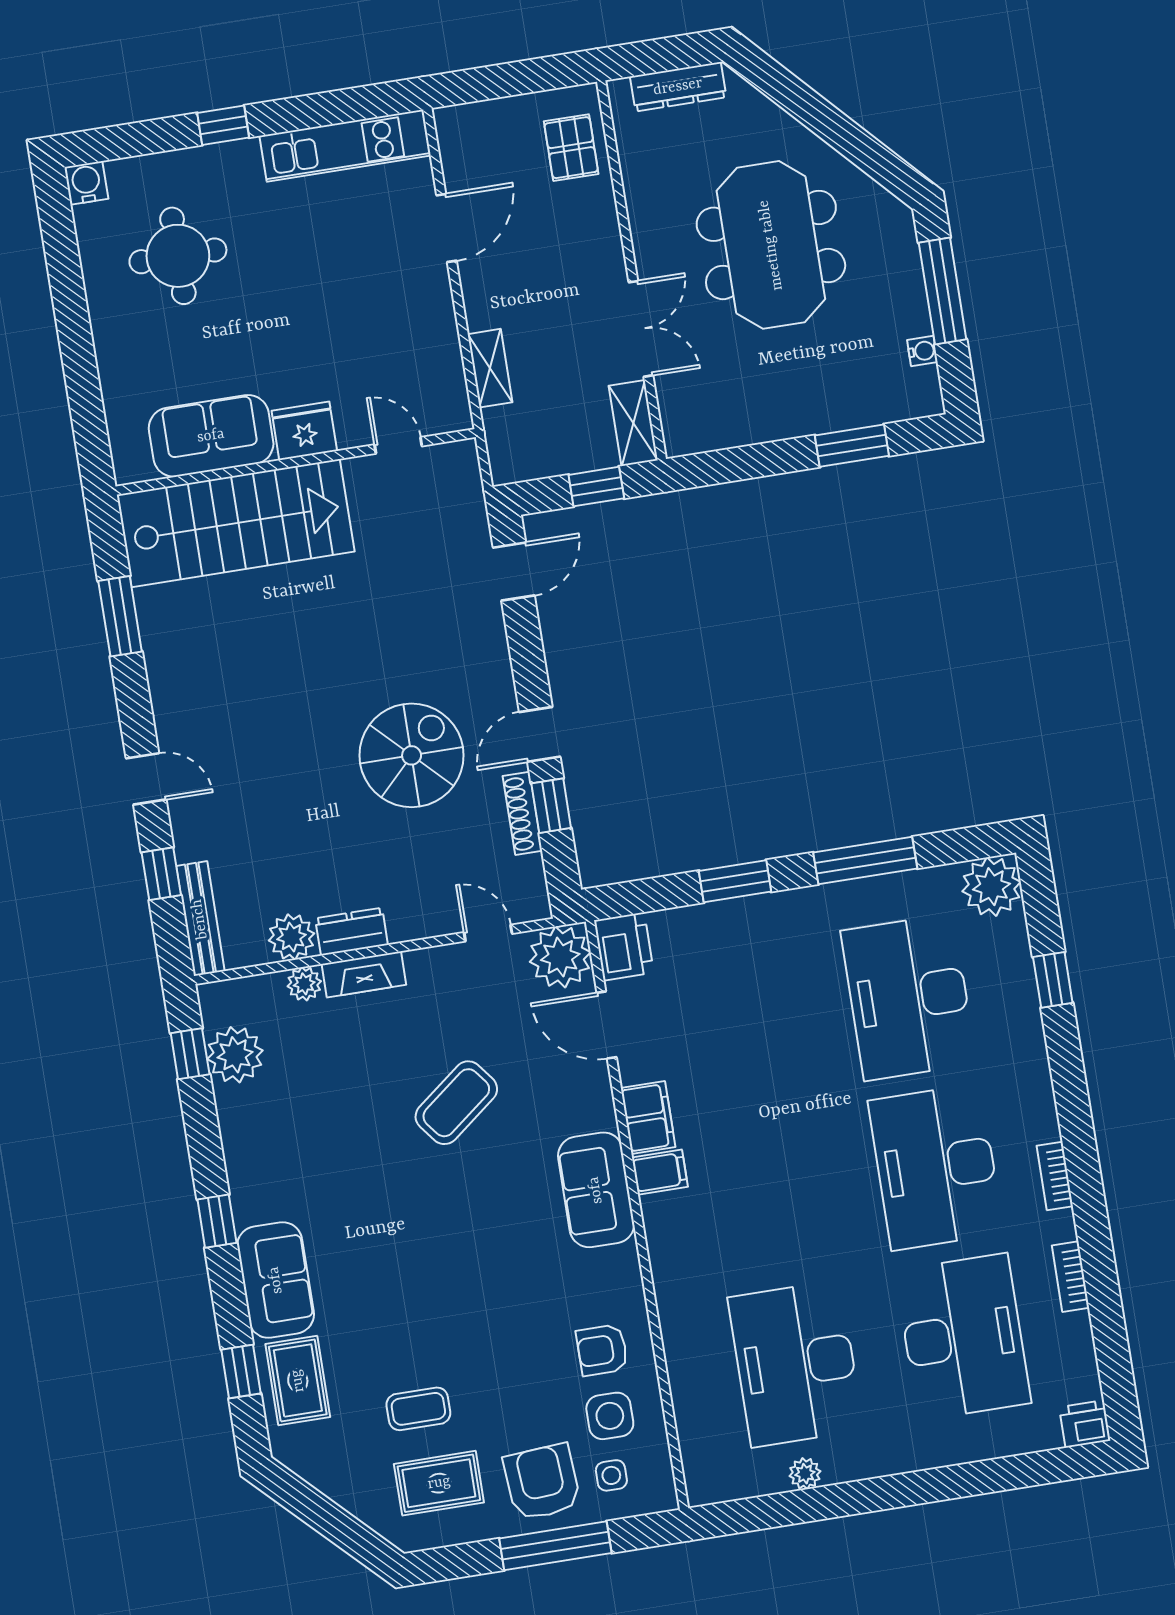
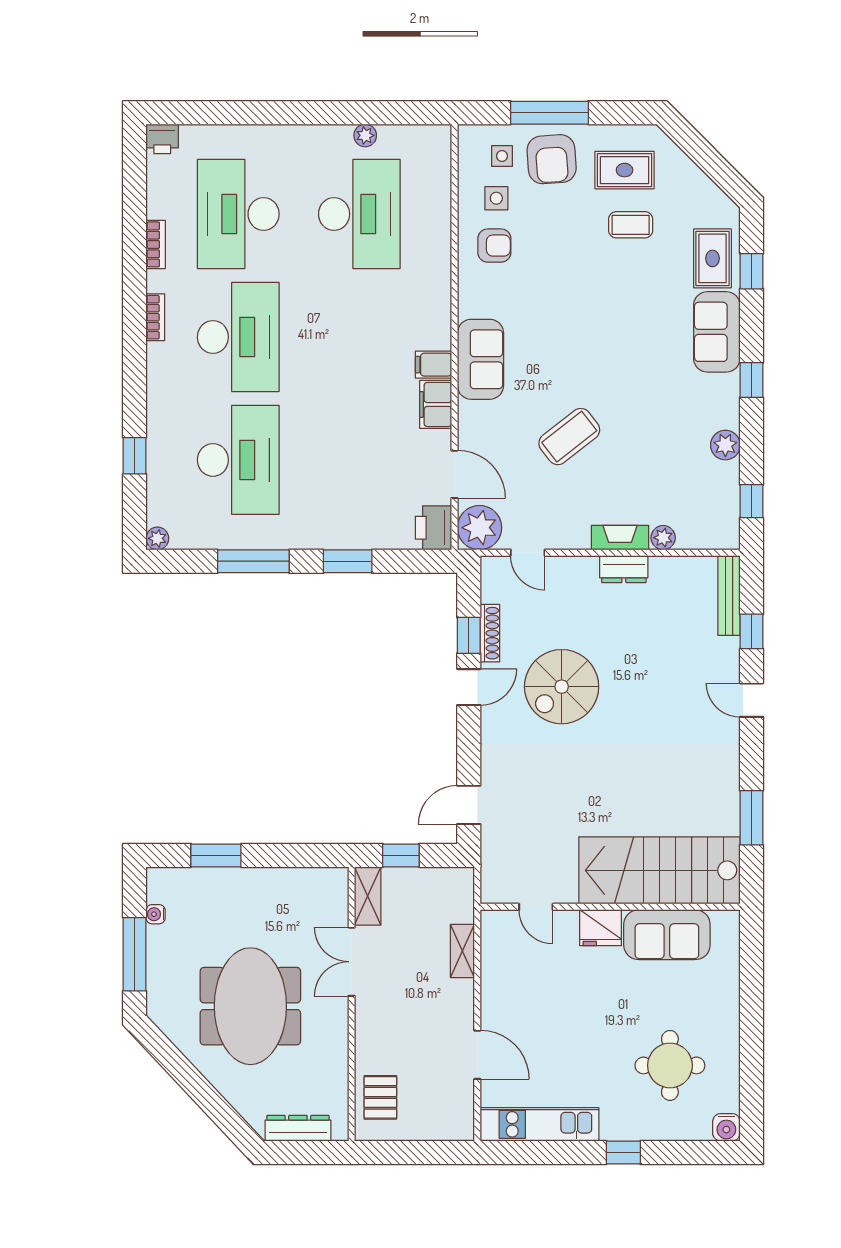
door: (447, 228) -> (477, 1055), swing flipped
plant: (991, 887) -> (157, 538), width x0.53, depth x0.53
plant: (291, 937) -> (667, 572), removed
plant: (235, 1055) -> (725, 445), moved, width x0.73, depth x0.73
side table: (610, 1416) -> (496, 198), width x0.73, depth x0.73

